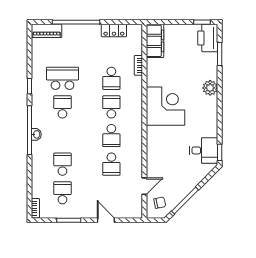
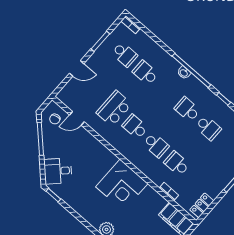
locker: (114, 30) -> (202, 205), moved
school desk: (62, 78) -> (208, 128), width x0.54
school desk: (62, 107) -> (187, 109), turned 180
desk: (204, 150) -> (58, 171), moved, turned 45
school desk: (62, 164) -> (145, 73), turned 180
school desk: (111, 164) -> (114, 108), width x1.85
door: (144, 186) -> (77, 118), hinge flipped

